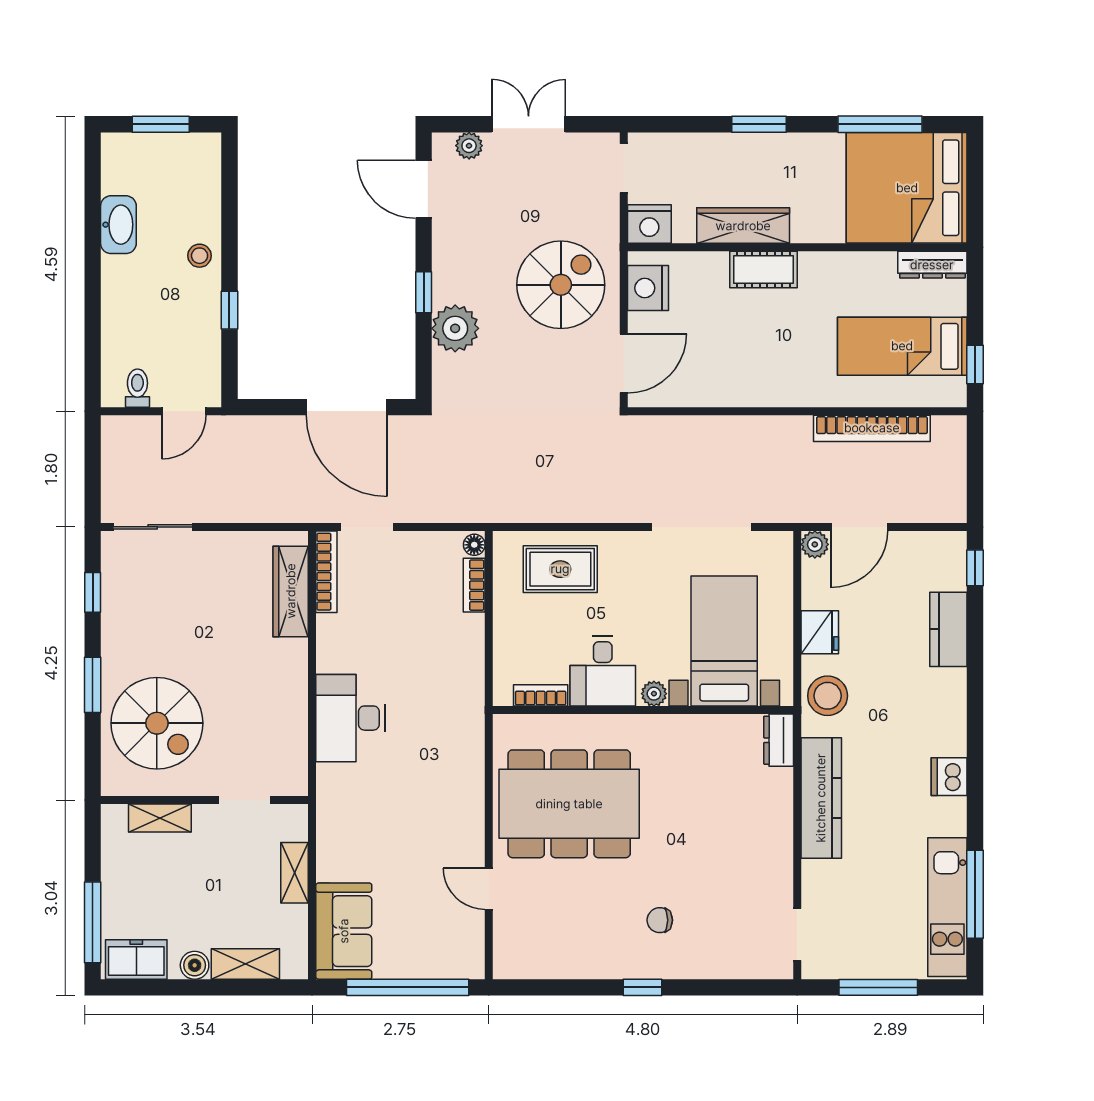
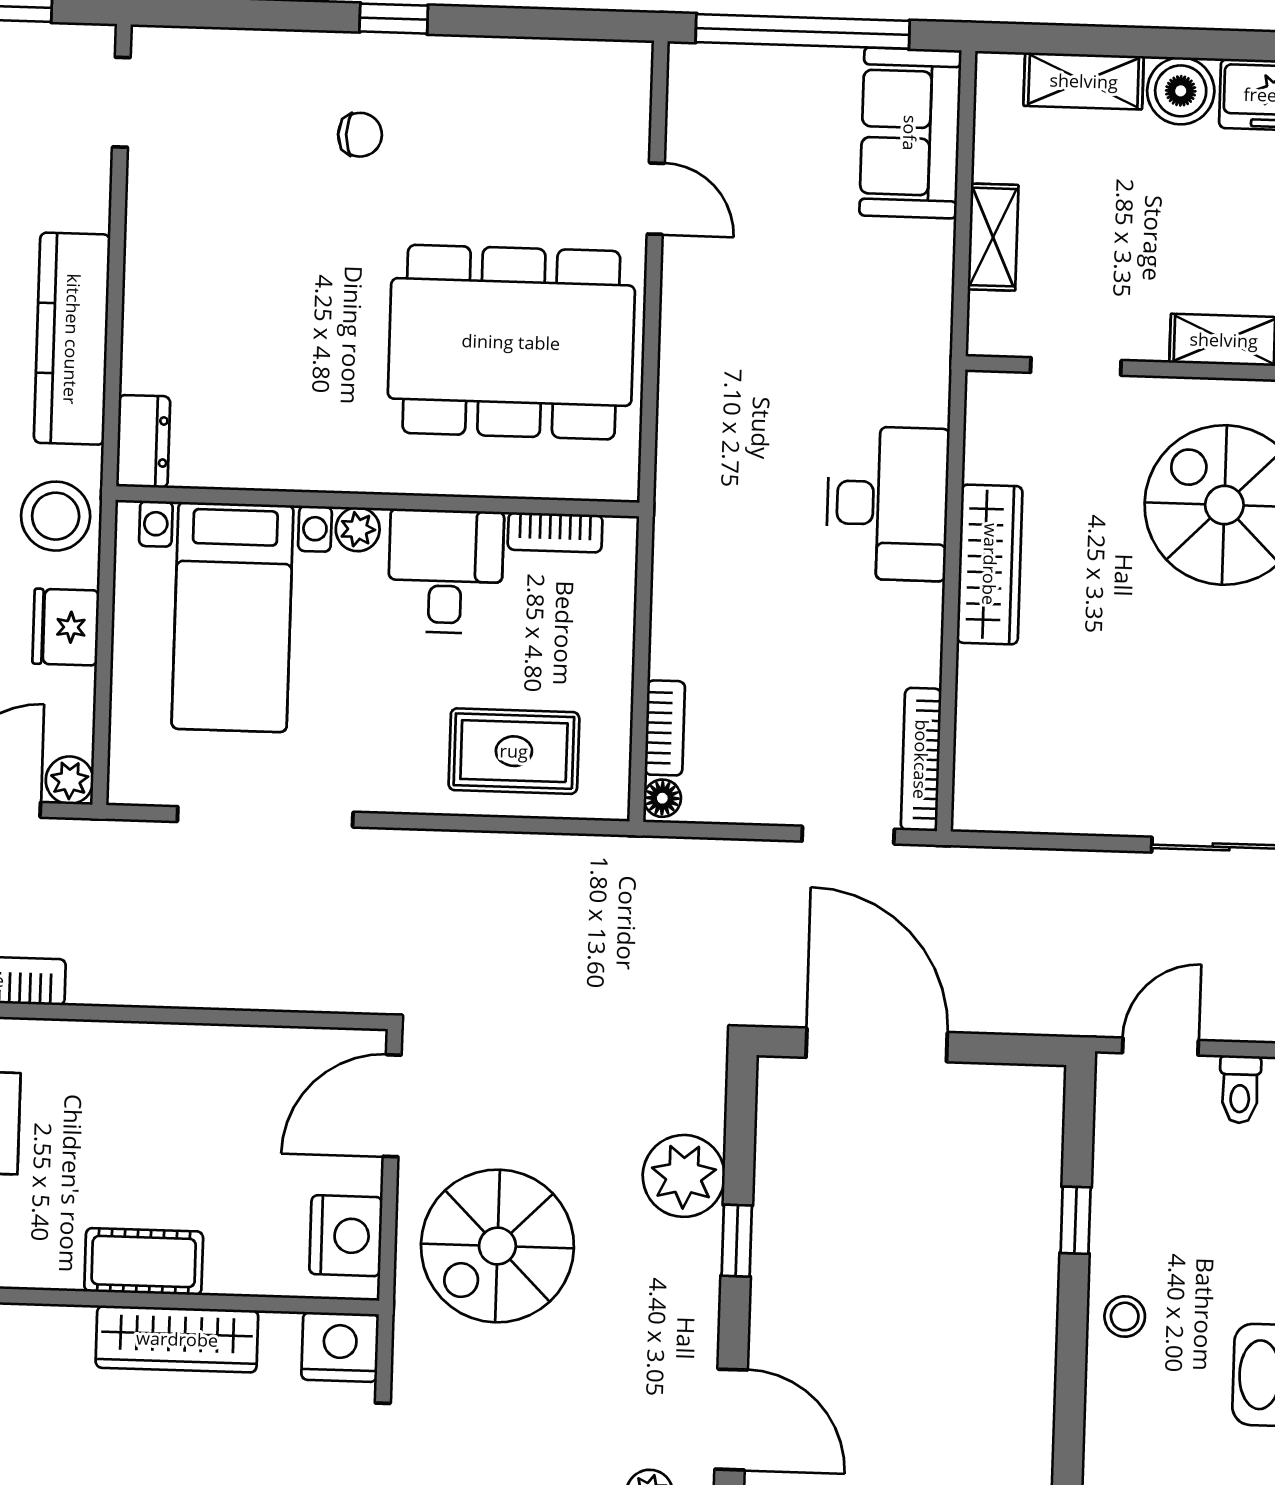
wardrobe: (291, 591) -> (990, 564), moved
boiler: (195, 965) -> (1181, 91), width x1.36, depth x1.36

